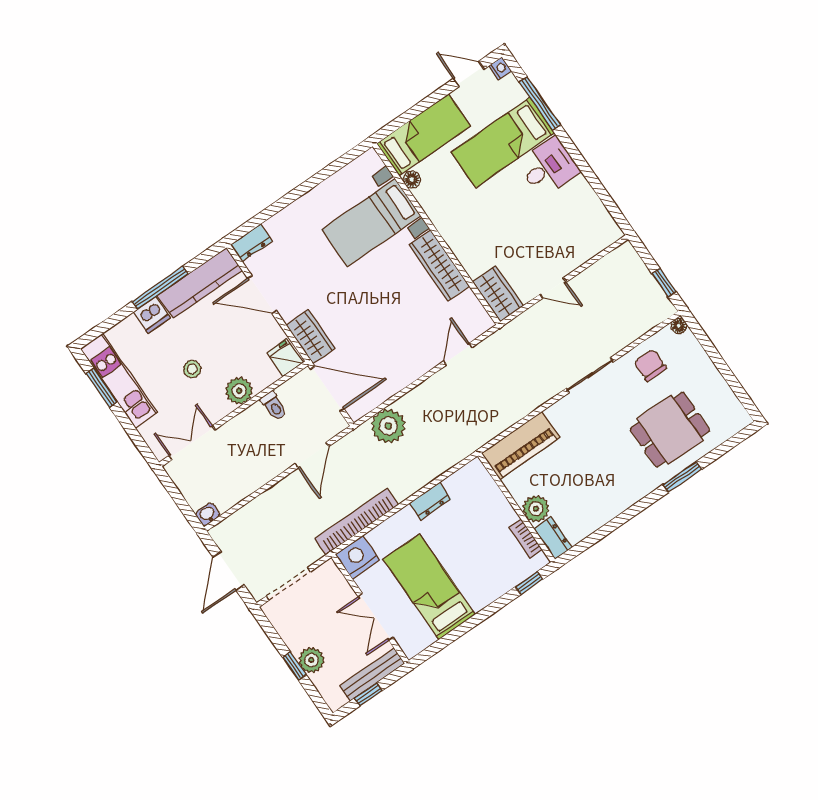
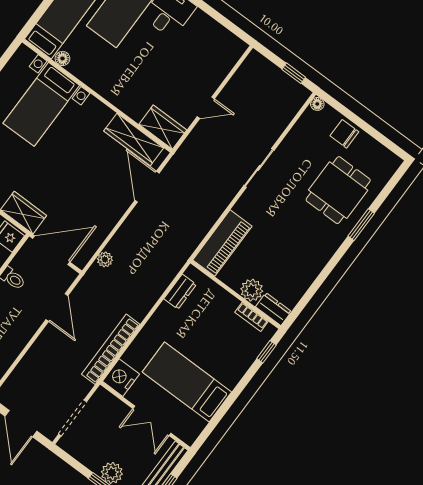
wardrobe: (439, 265) -> (134, 139), moved
door: (458, 354) -> (147, 187), width x1.38
chair: (650, 365) -> (344, 134), moved
plant: (388, 426) -> (105, 259), width x0.53, depth x0.53
dresser: (430, 501) -> (180, 292), moved

